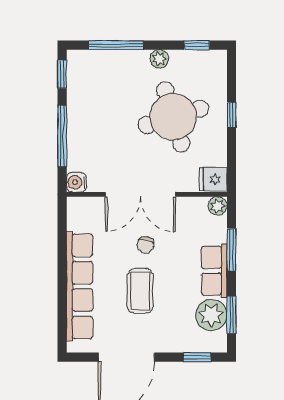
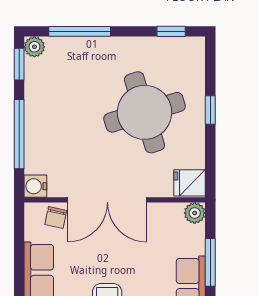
plant: (159, 59) -> (34, 47), moved
chair: (146, 245) -> (56, 217), moved

